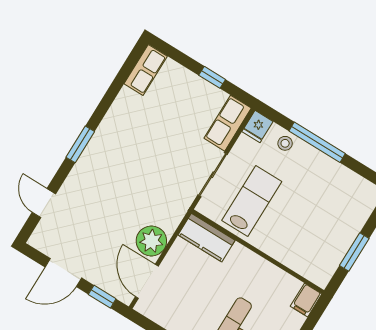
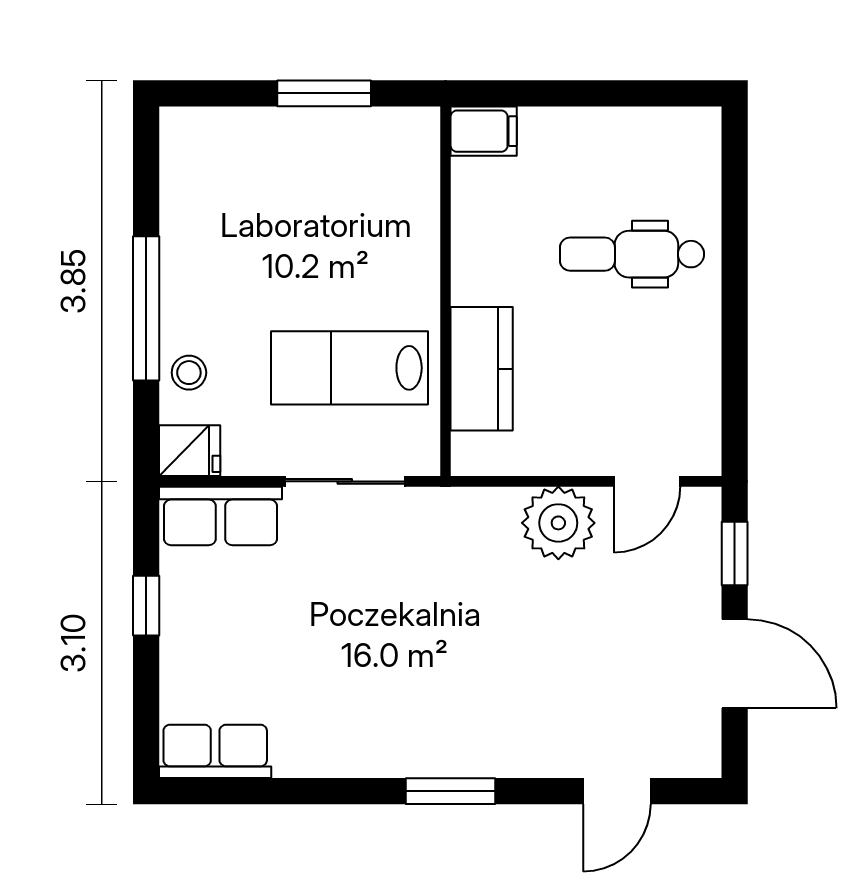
kitchen counter: (207, 238) -> (482, 369), moved
door: (147, 281) -> (647, 481), width x0.73

